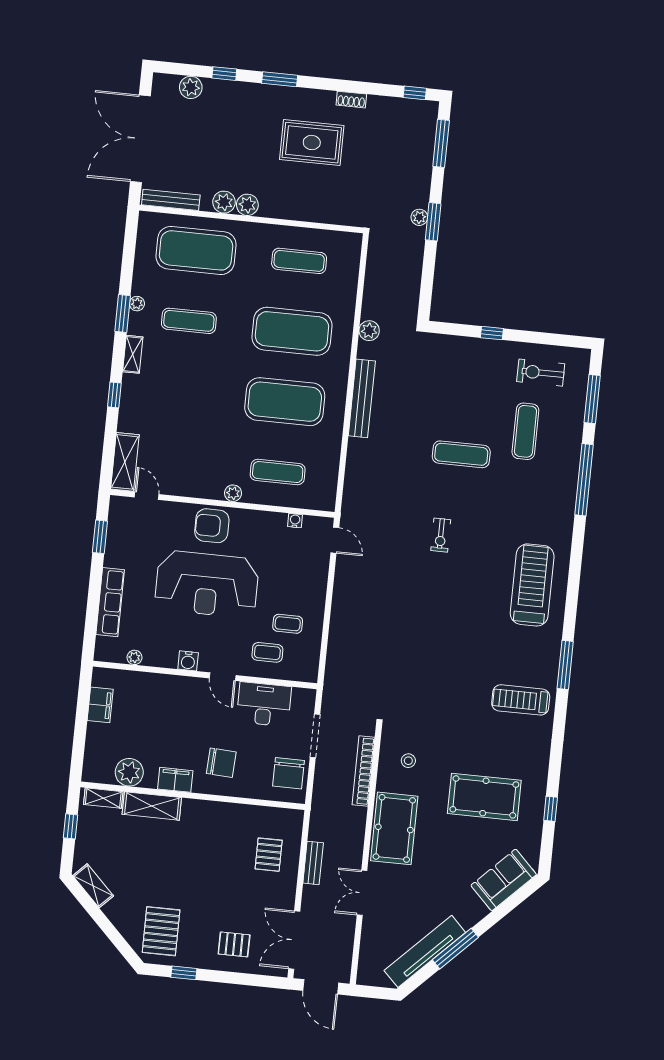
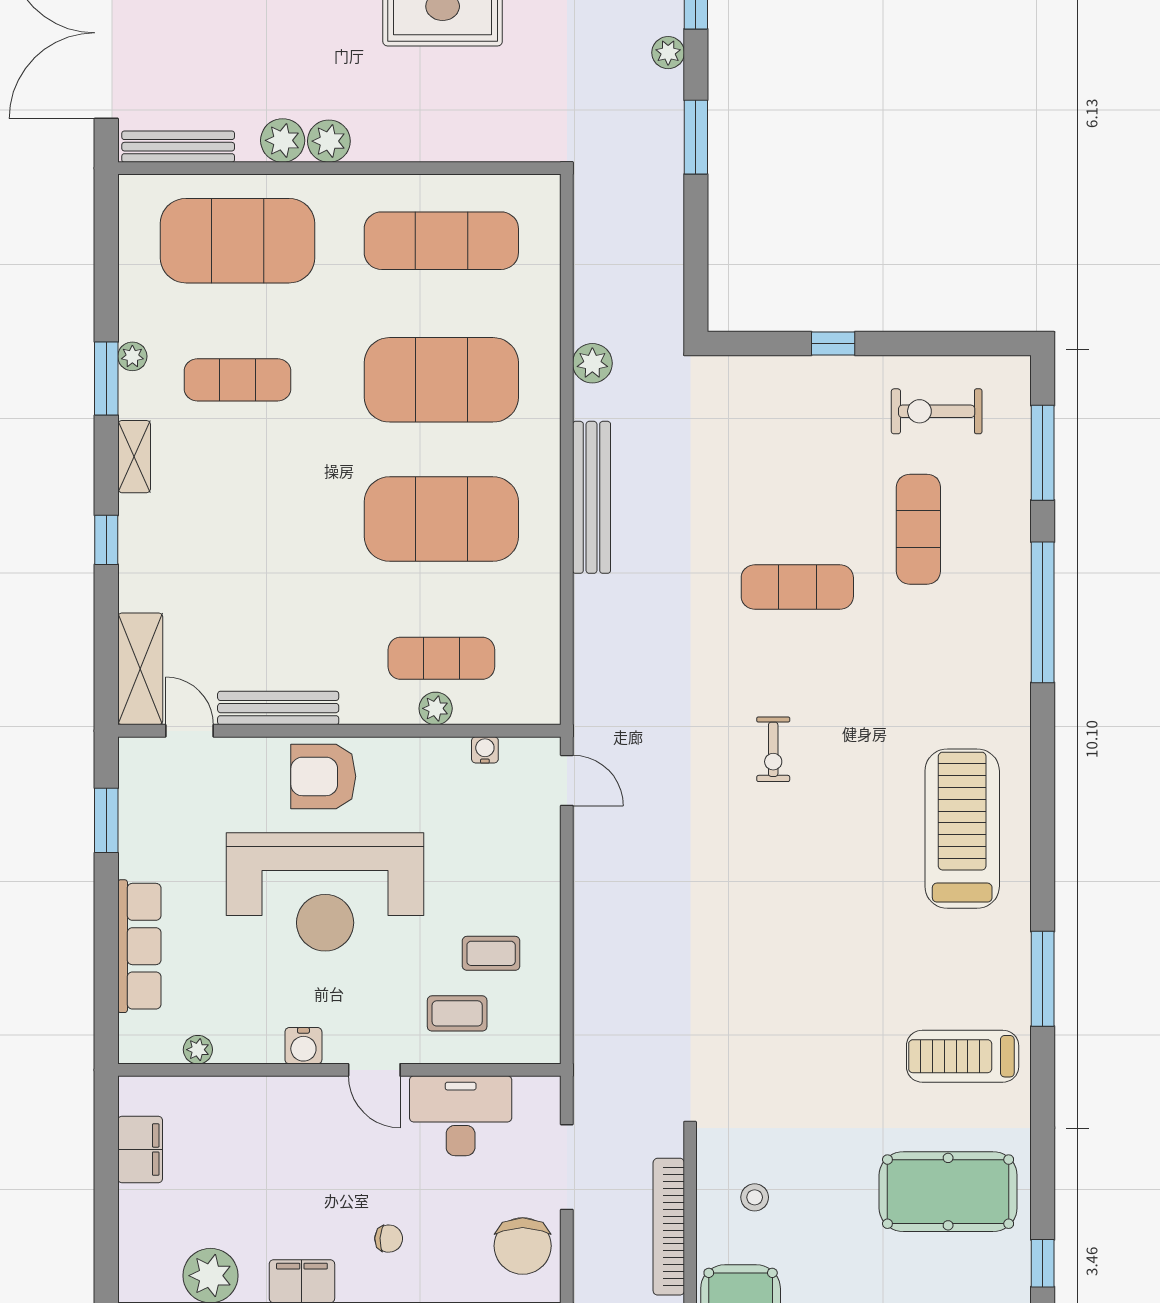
plant: (419, 217) -> (668, 53), moved
exercise mat: (299, 261) -> (441, 241), width x1.36, depth x1.45
bench: (193, 489) -> (278, 708), added
plant: (233, 493) -> (436, 708), moved
chair: (221, 763) -> (389, 1239), width x0.54, depth x0.54
pool table: (484, 797) -> (948, 1192), moved

